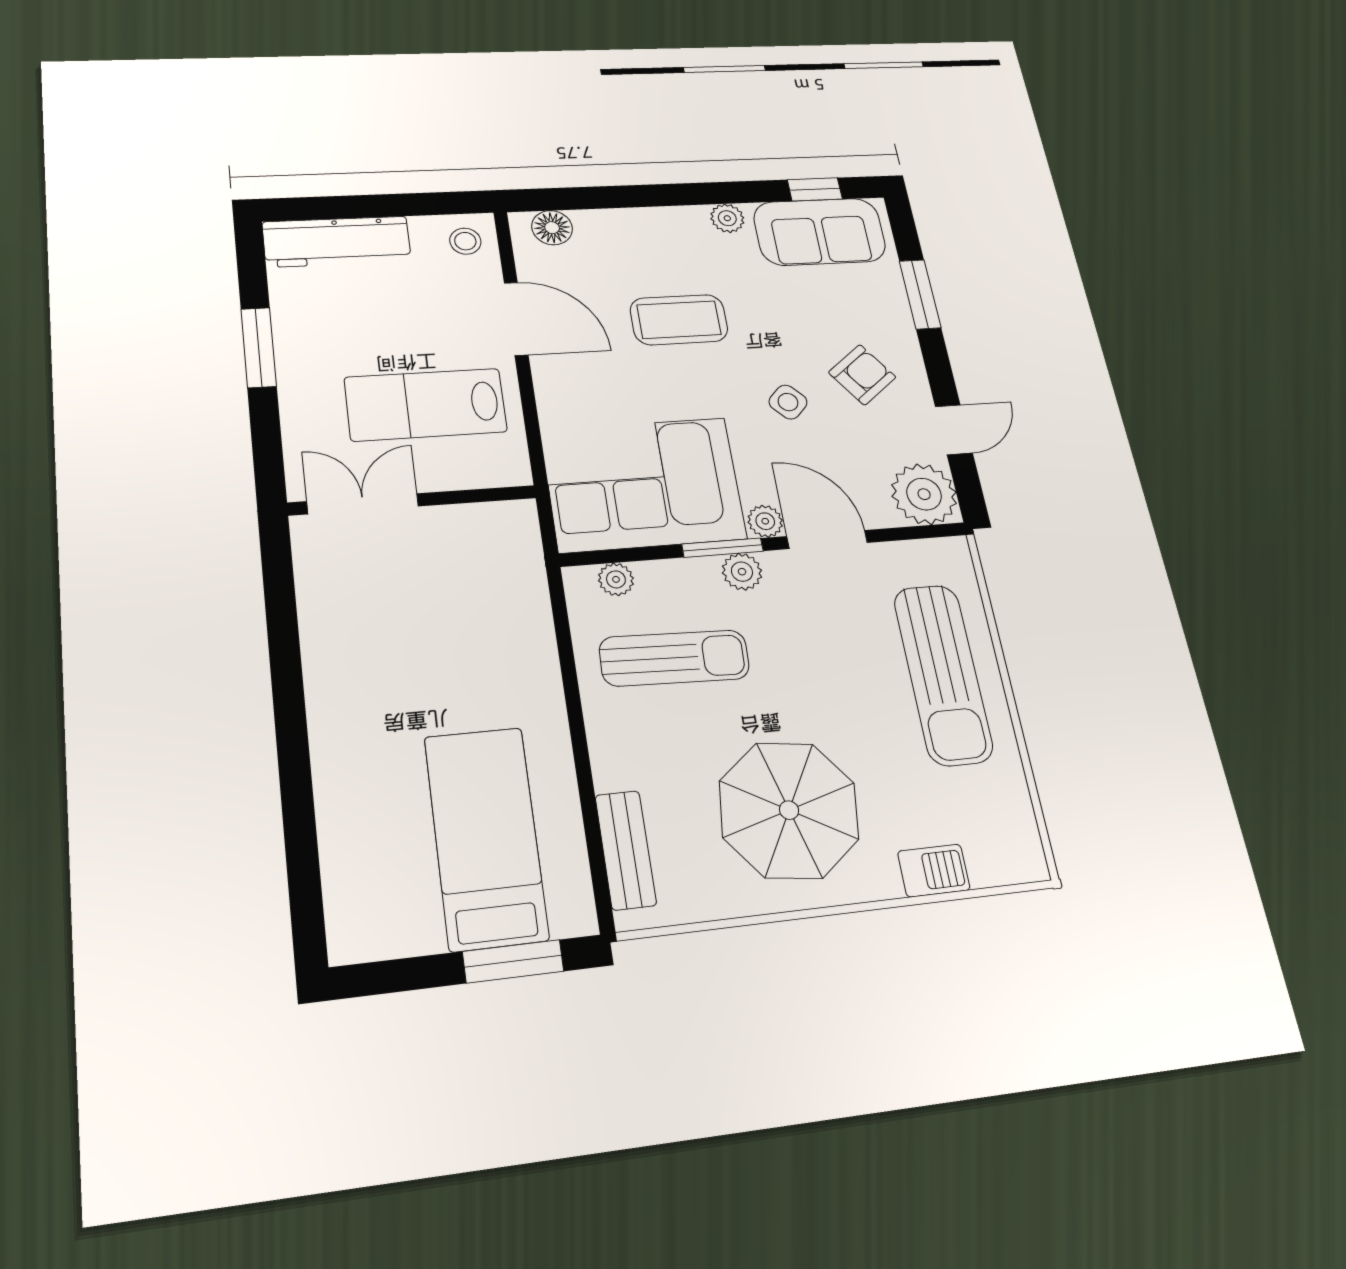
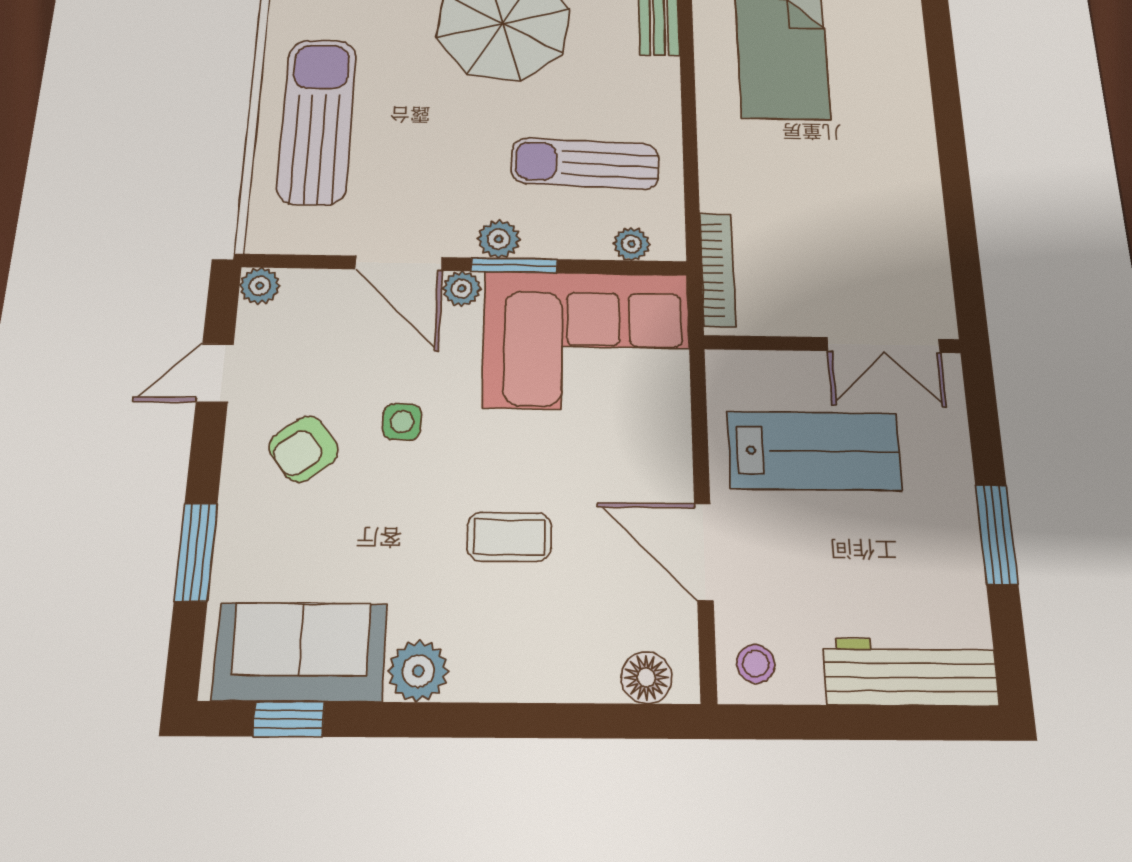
plant: (727, 218) -> (418, 671), width x1.38, depth x1.38
coffee table: (679, 320) -> (509, 537), width x0.73, depth x0.77
side table: (788, 402) -> (402, 422), turned 45
plant: (924, 494) -> (260, 286), width x0.53, depth x0.53
bookcase: (530, 562) -> (717, 270), added

